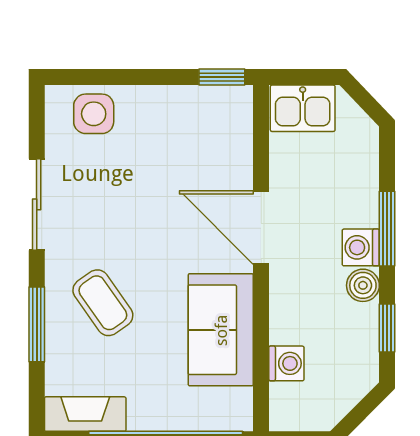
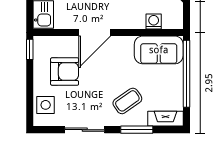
armchair: (171, 158) -> (65, 72), added
sofa: (221, 330) -> (159, 50), moved
fireplace: (85, 414) -> (165, 119), moved, turned 90

